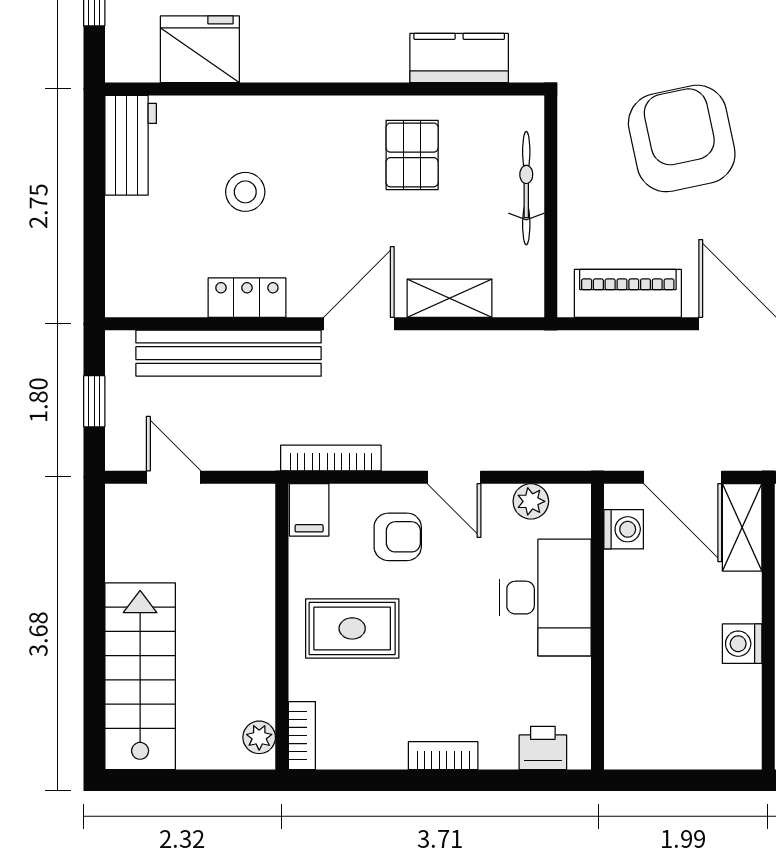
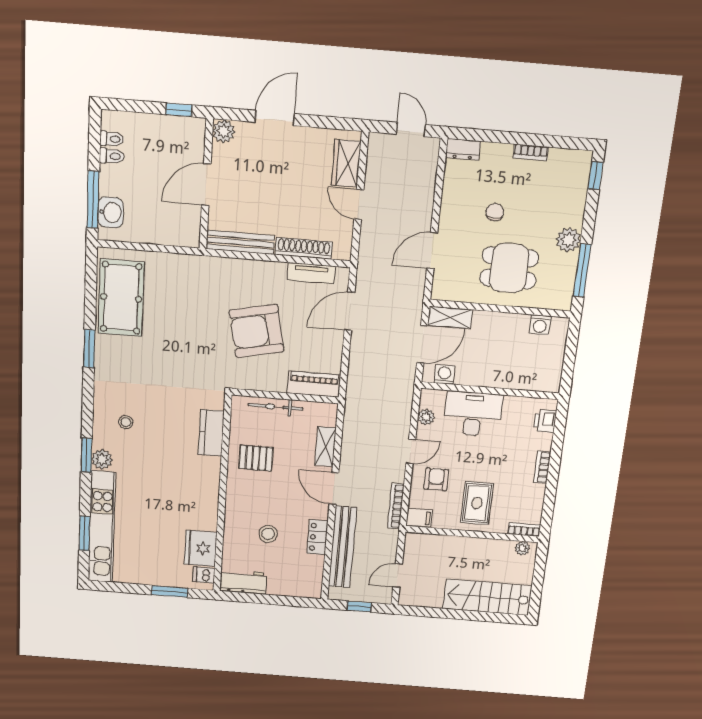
dishwasher: (139, 60) -> (204, 575), added
piano: (628, 293) -> (314, 384), moved, turned 90
washing machine: (742, 644) -> (540, 325), moved

